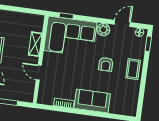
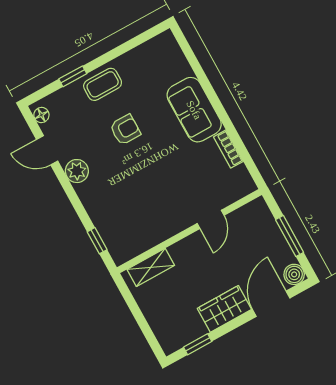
corner sofa: (70, 37) -> (123, 212), removed
shelving: (35, 44) -> (151, 267), moved
window: (148, 44) -> (73, 76), moved

